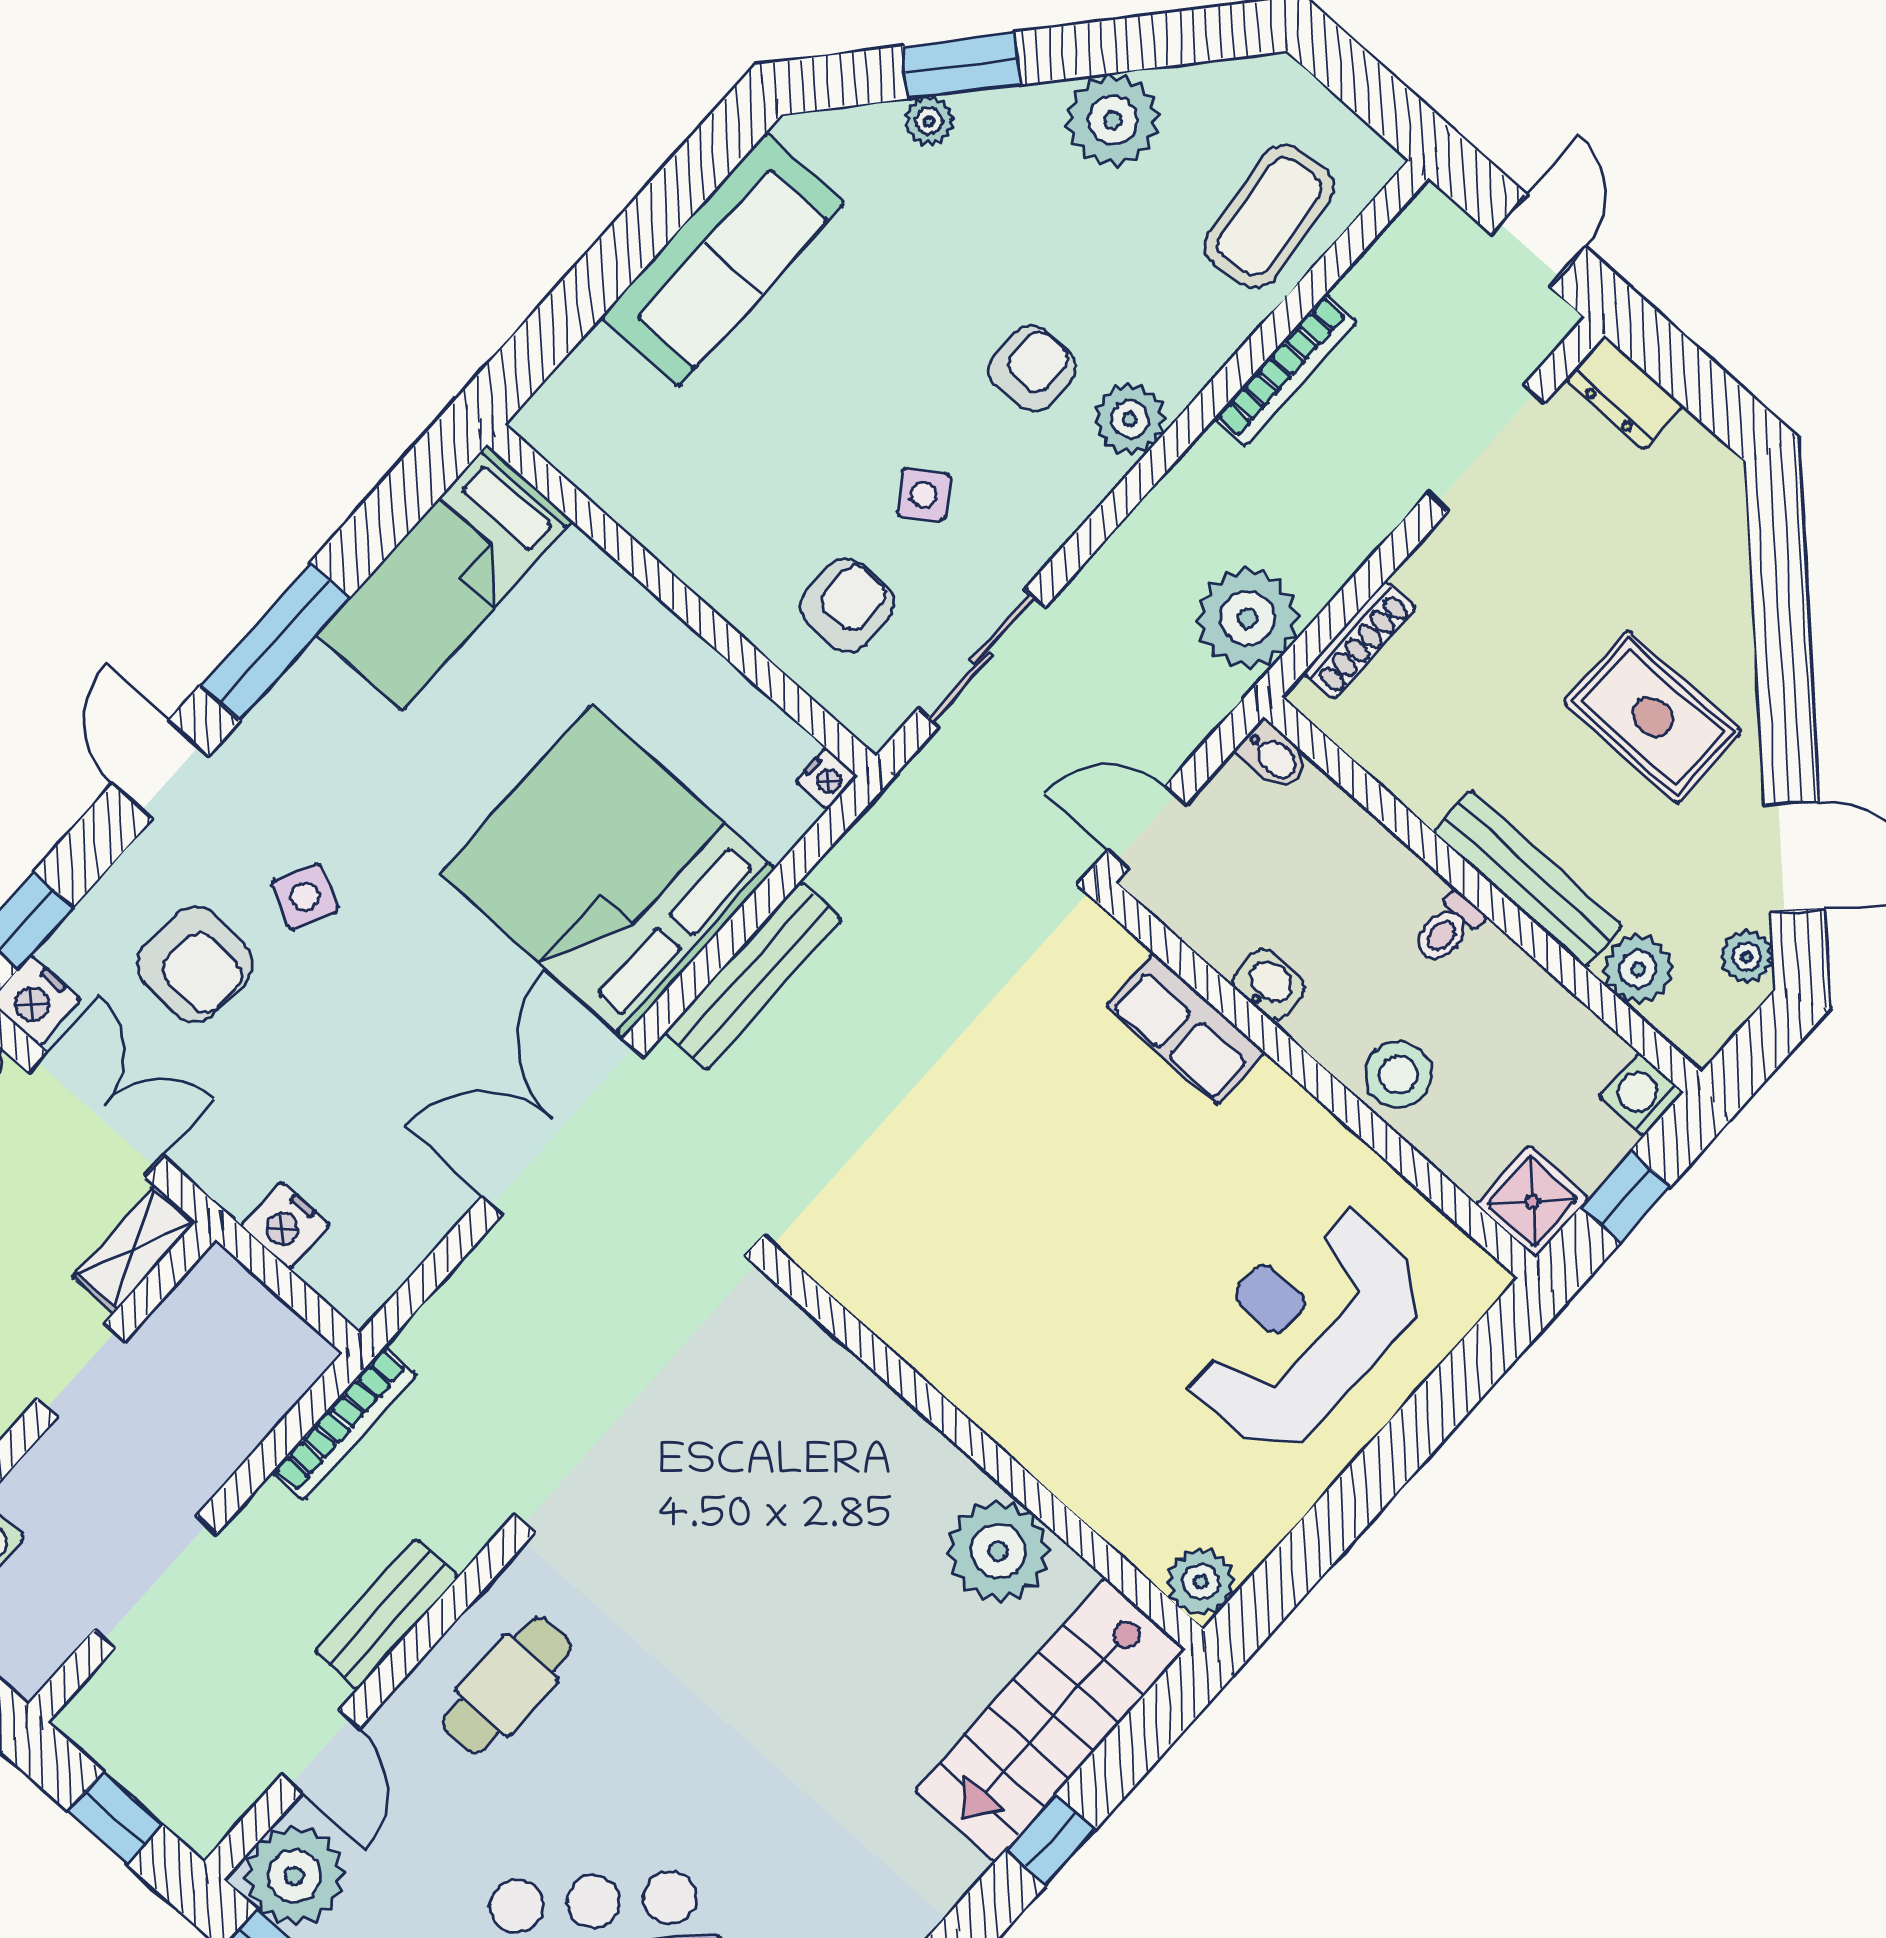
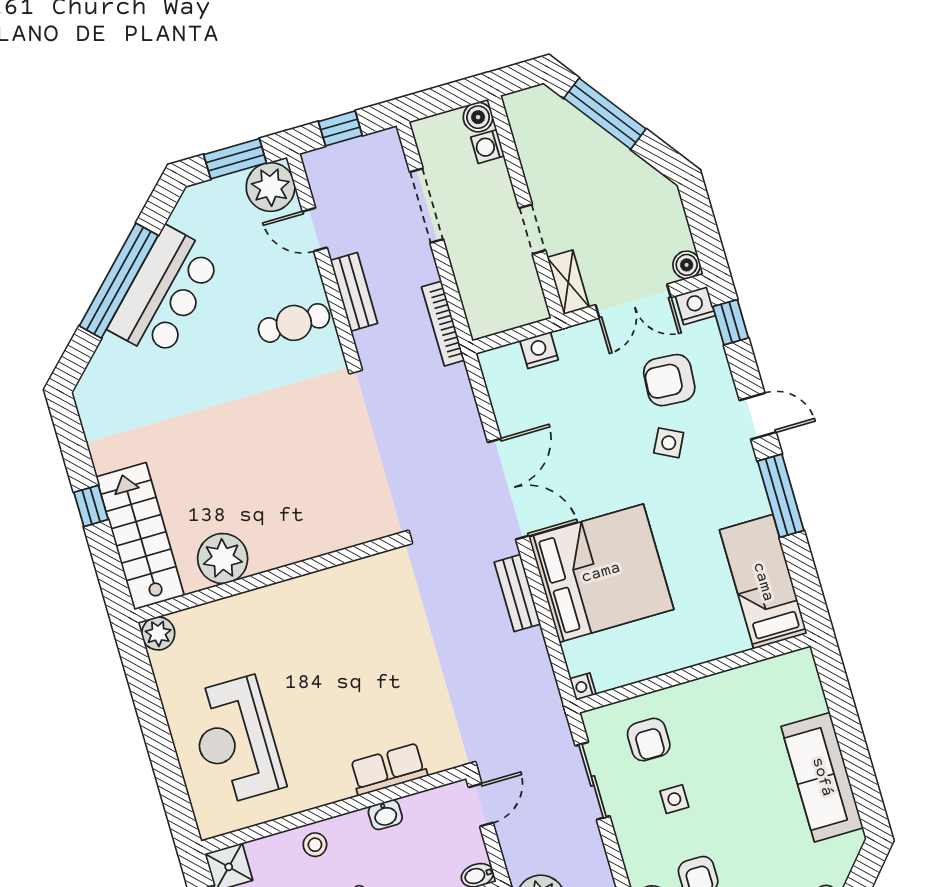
side table: (923, 495) -> (674, 799), turned 35
bench: (753, 976) -> (517, 593), width x0.73
stool: (1398, 1075) -> (315, 845), width x0.73, depth x0.73
reception desk: (1303, 1328) -> (236, 740), turned 180
cafe table: (507, 1685) -> (294, 323), turned 90

